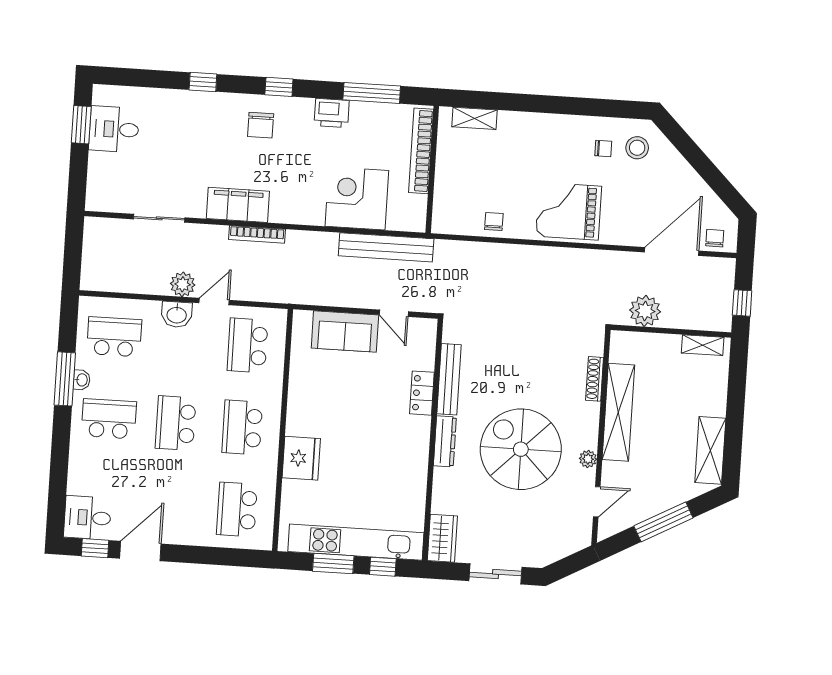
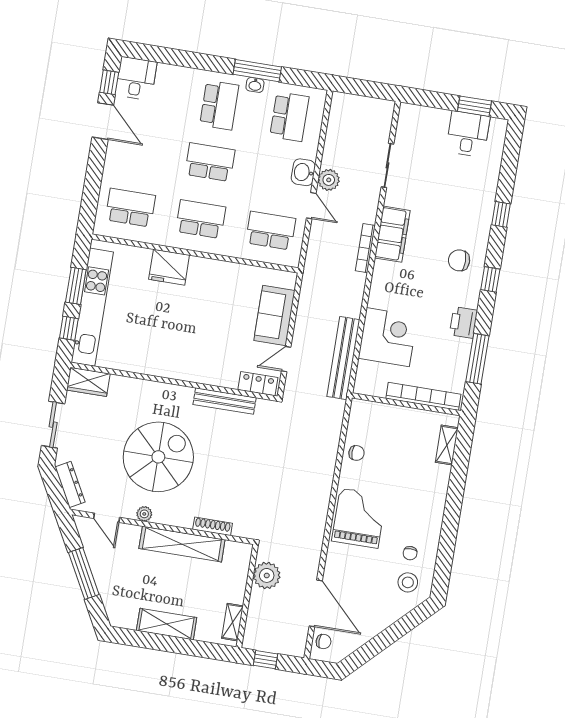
locker: (422, 393) -> (258, 384), moved
dresser: (445, 441) -> (70, 484), moved, turned -118
shelving: (710, 450) -> (167, 624), moved

